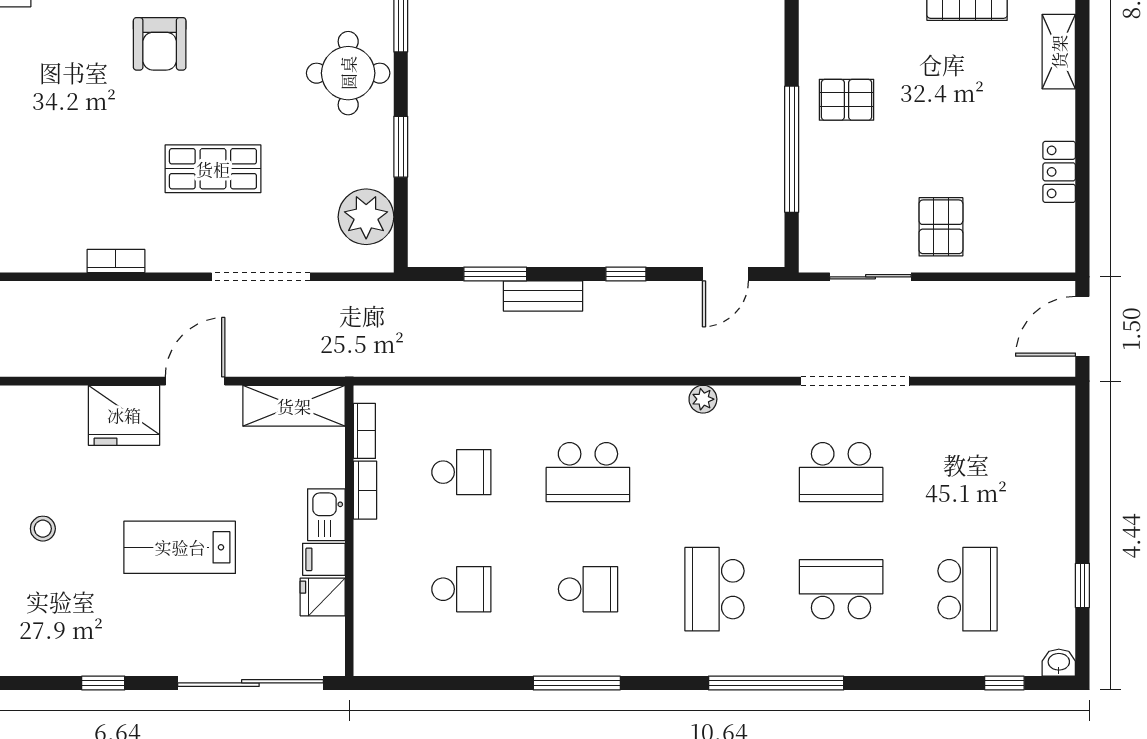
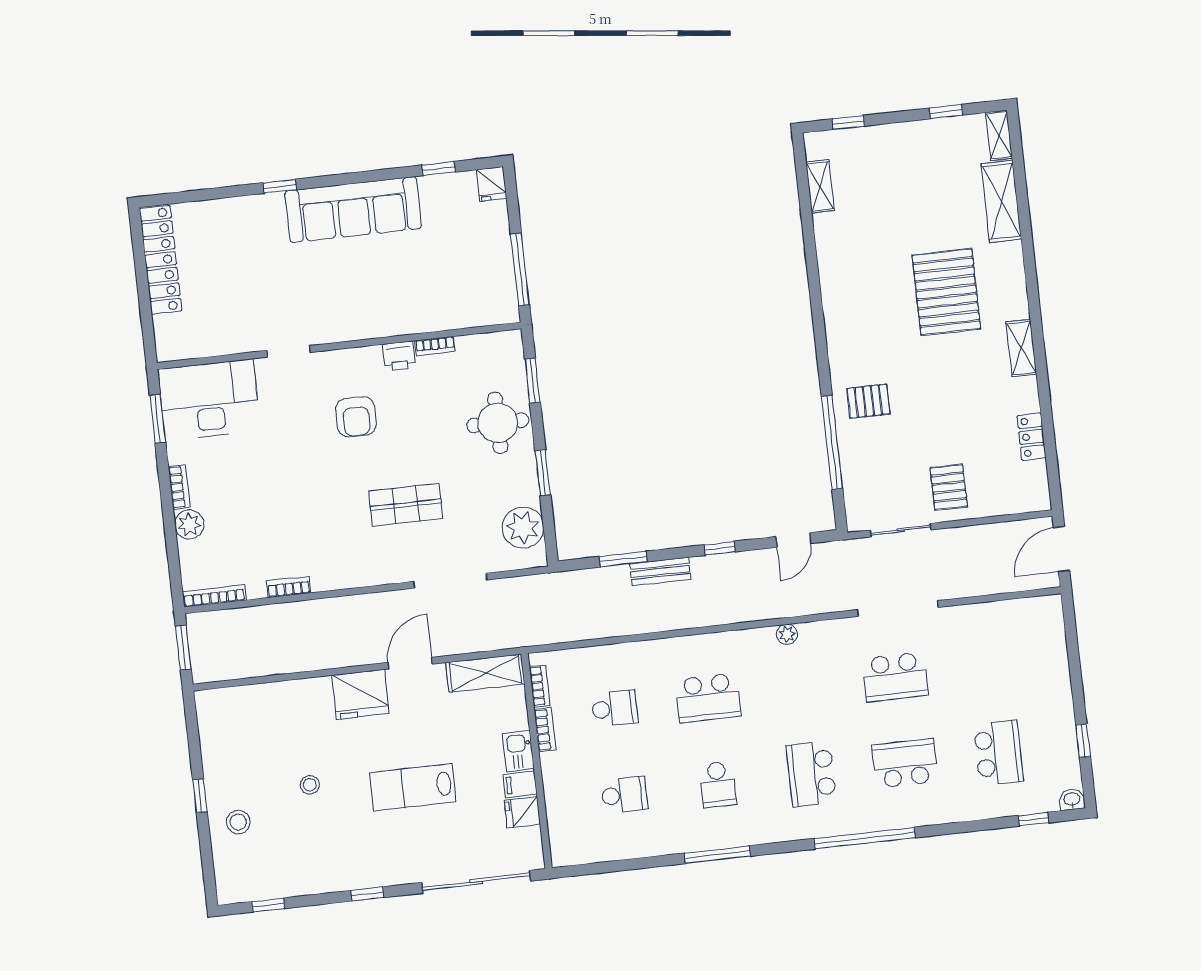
bookcase: (116, 261) -> (289, 587), moved
school desk: (588, 589) -> (718, 784), turned 90

